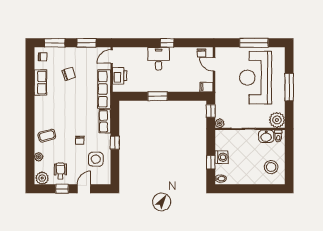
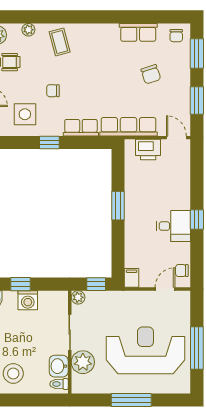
desk: (159, 59) -> (174, 226), moved
plant: (277, 120) -> (83, 362), moved

